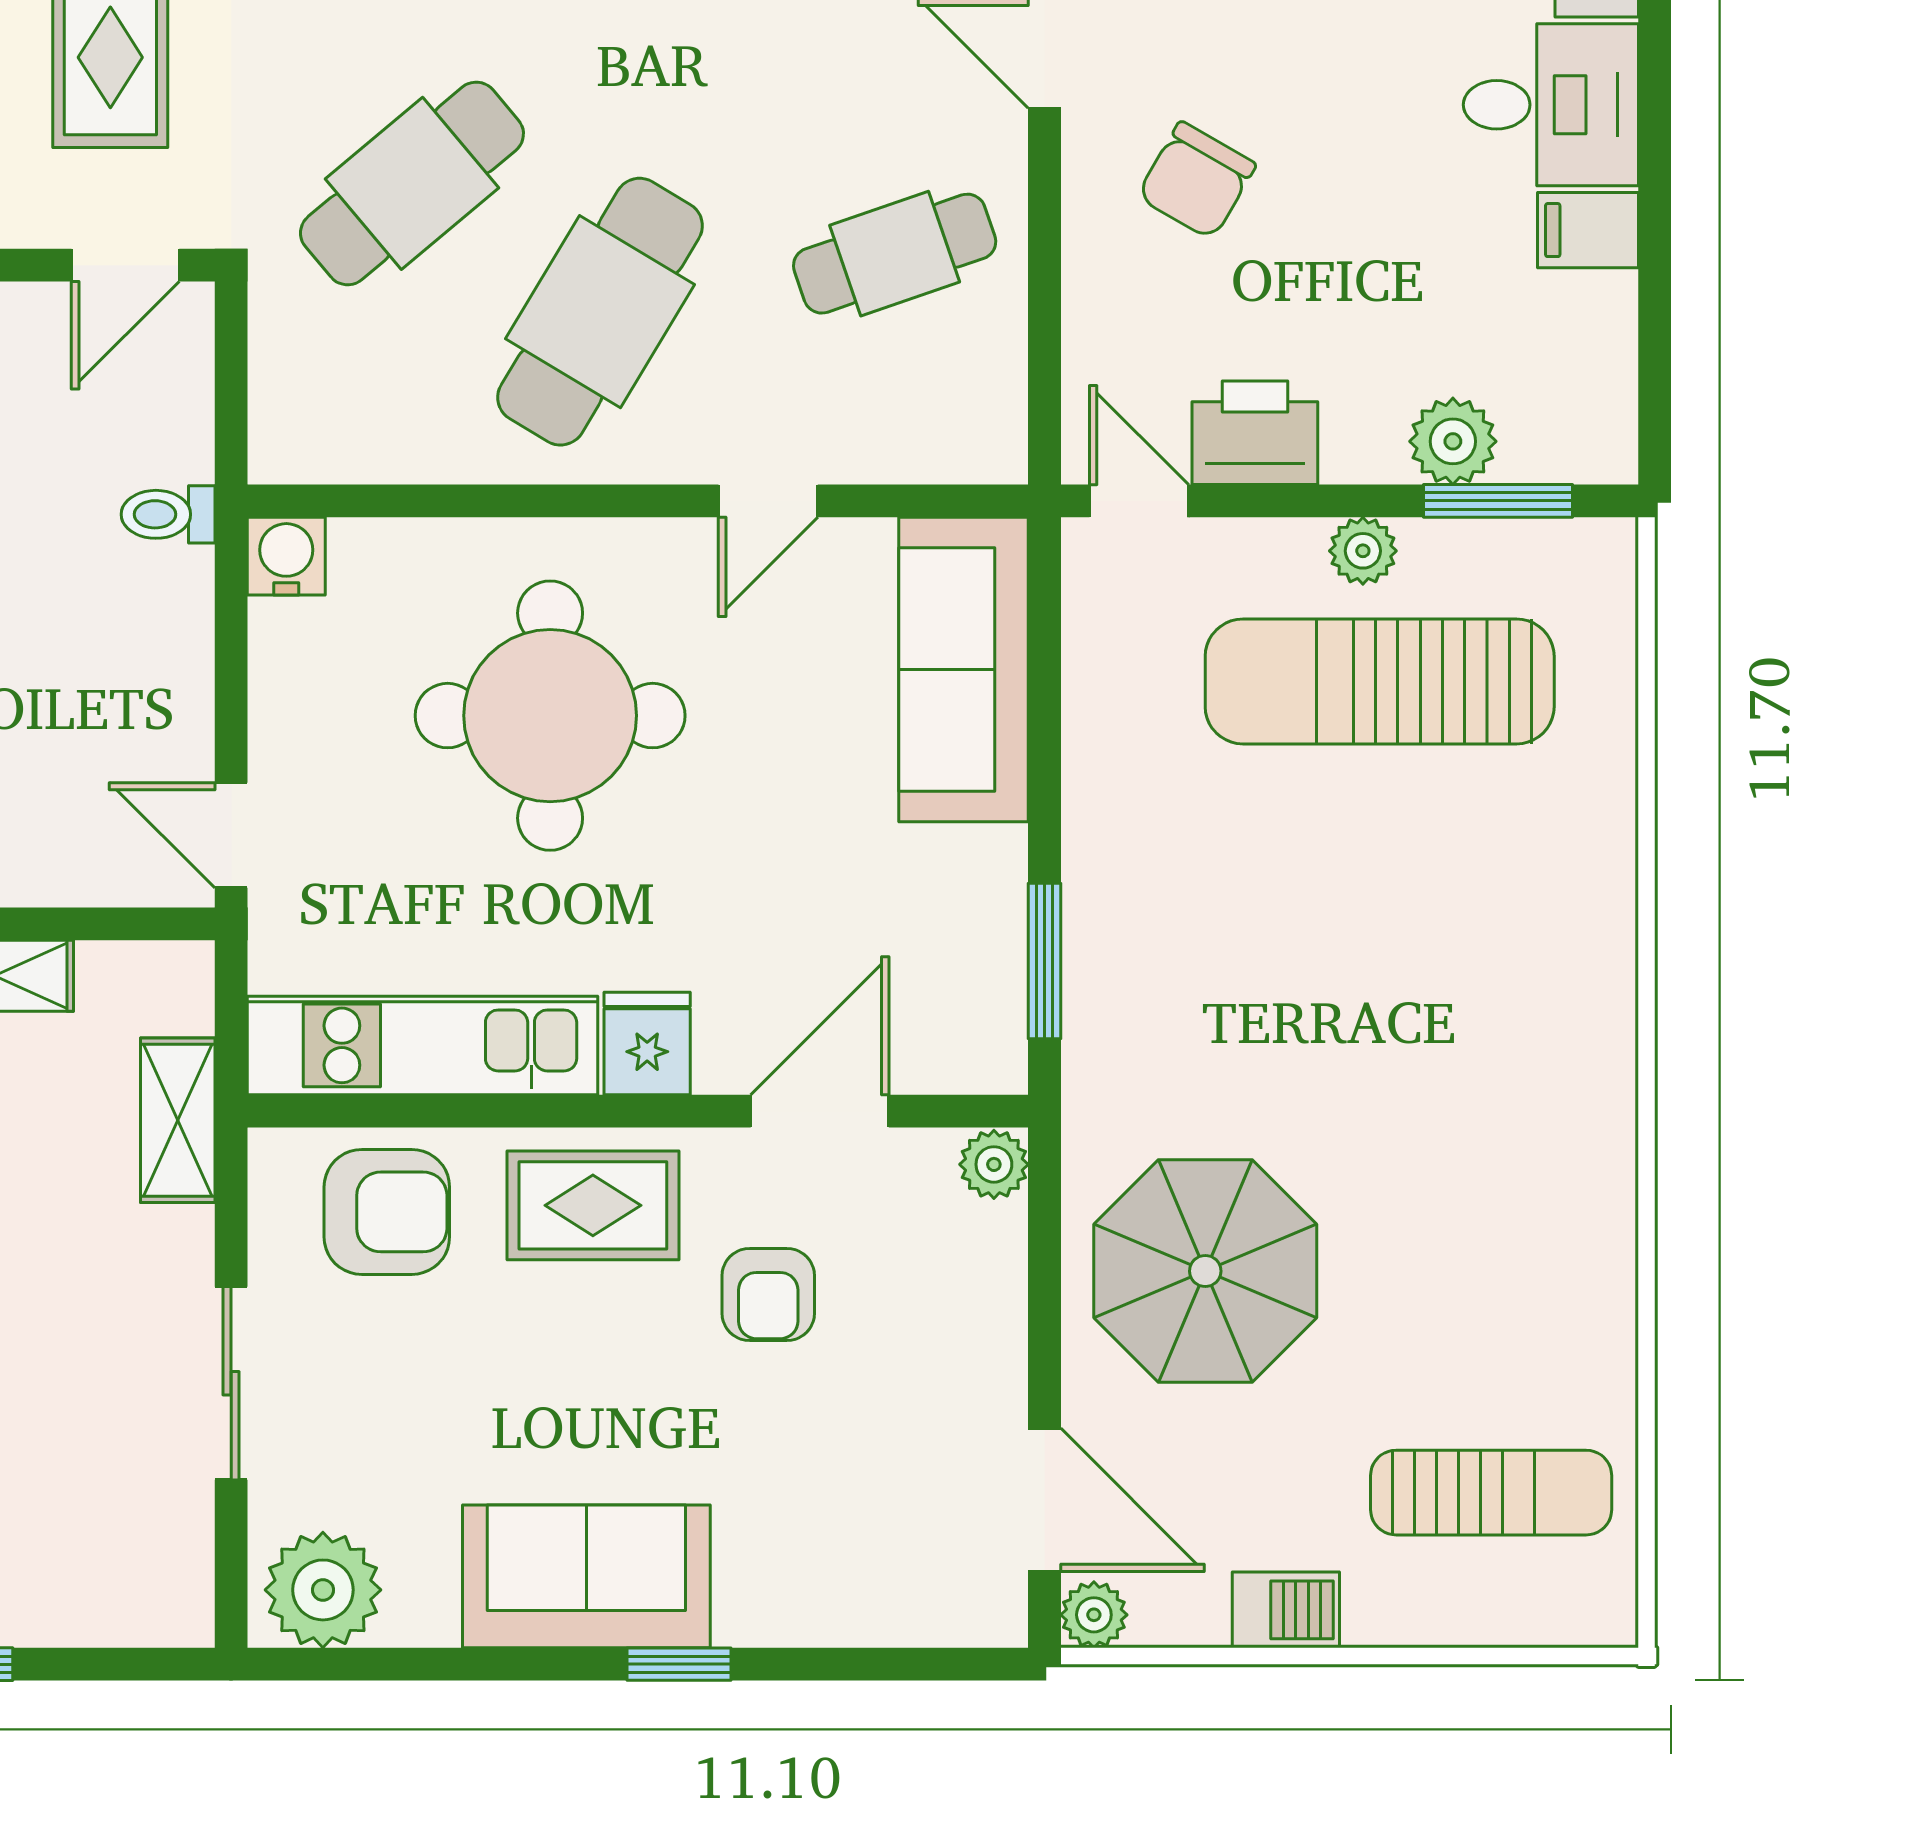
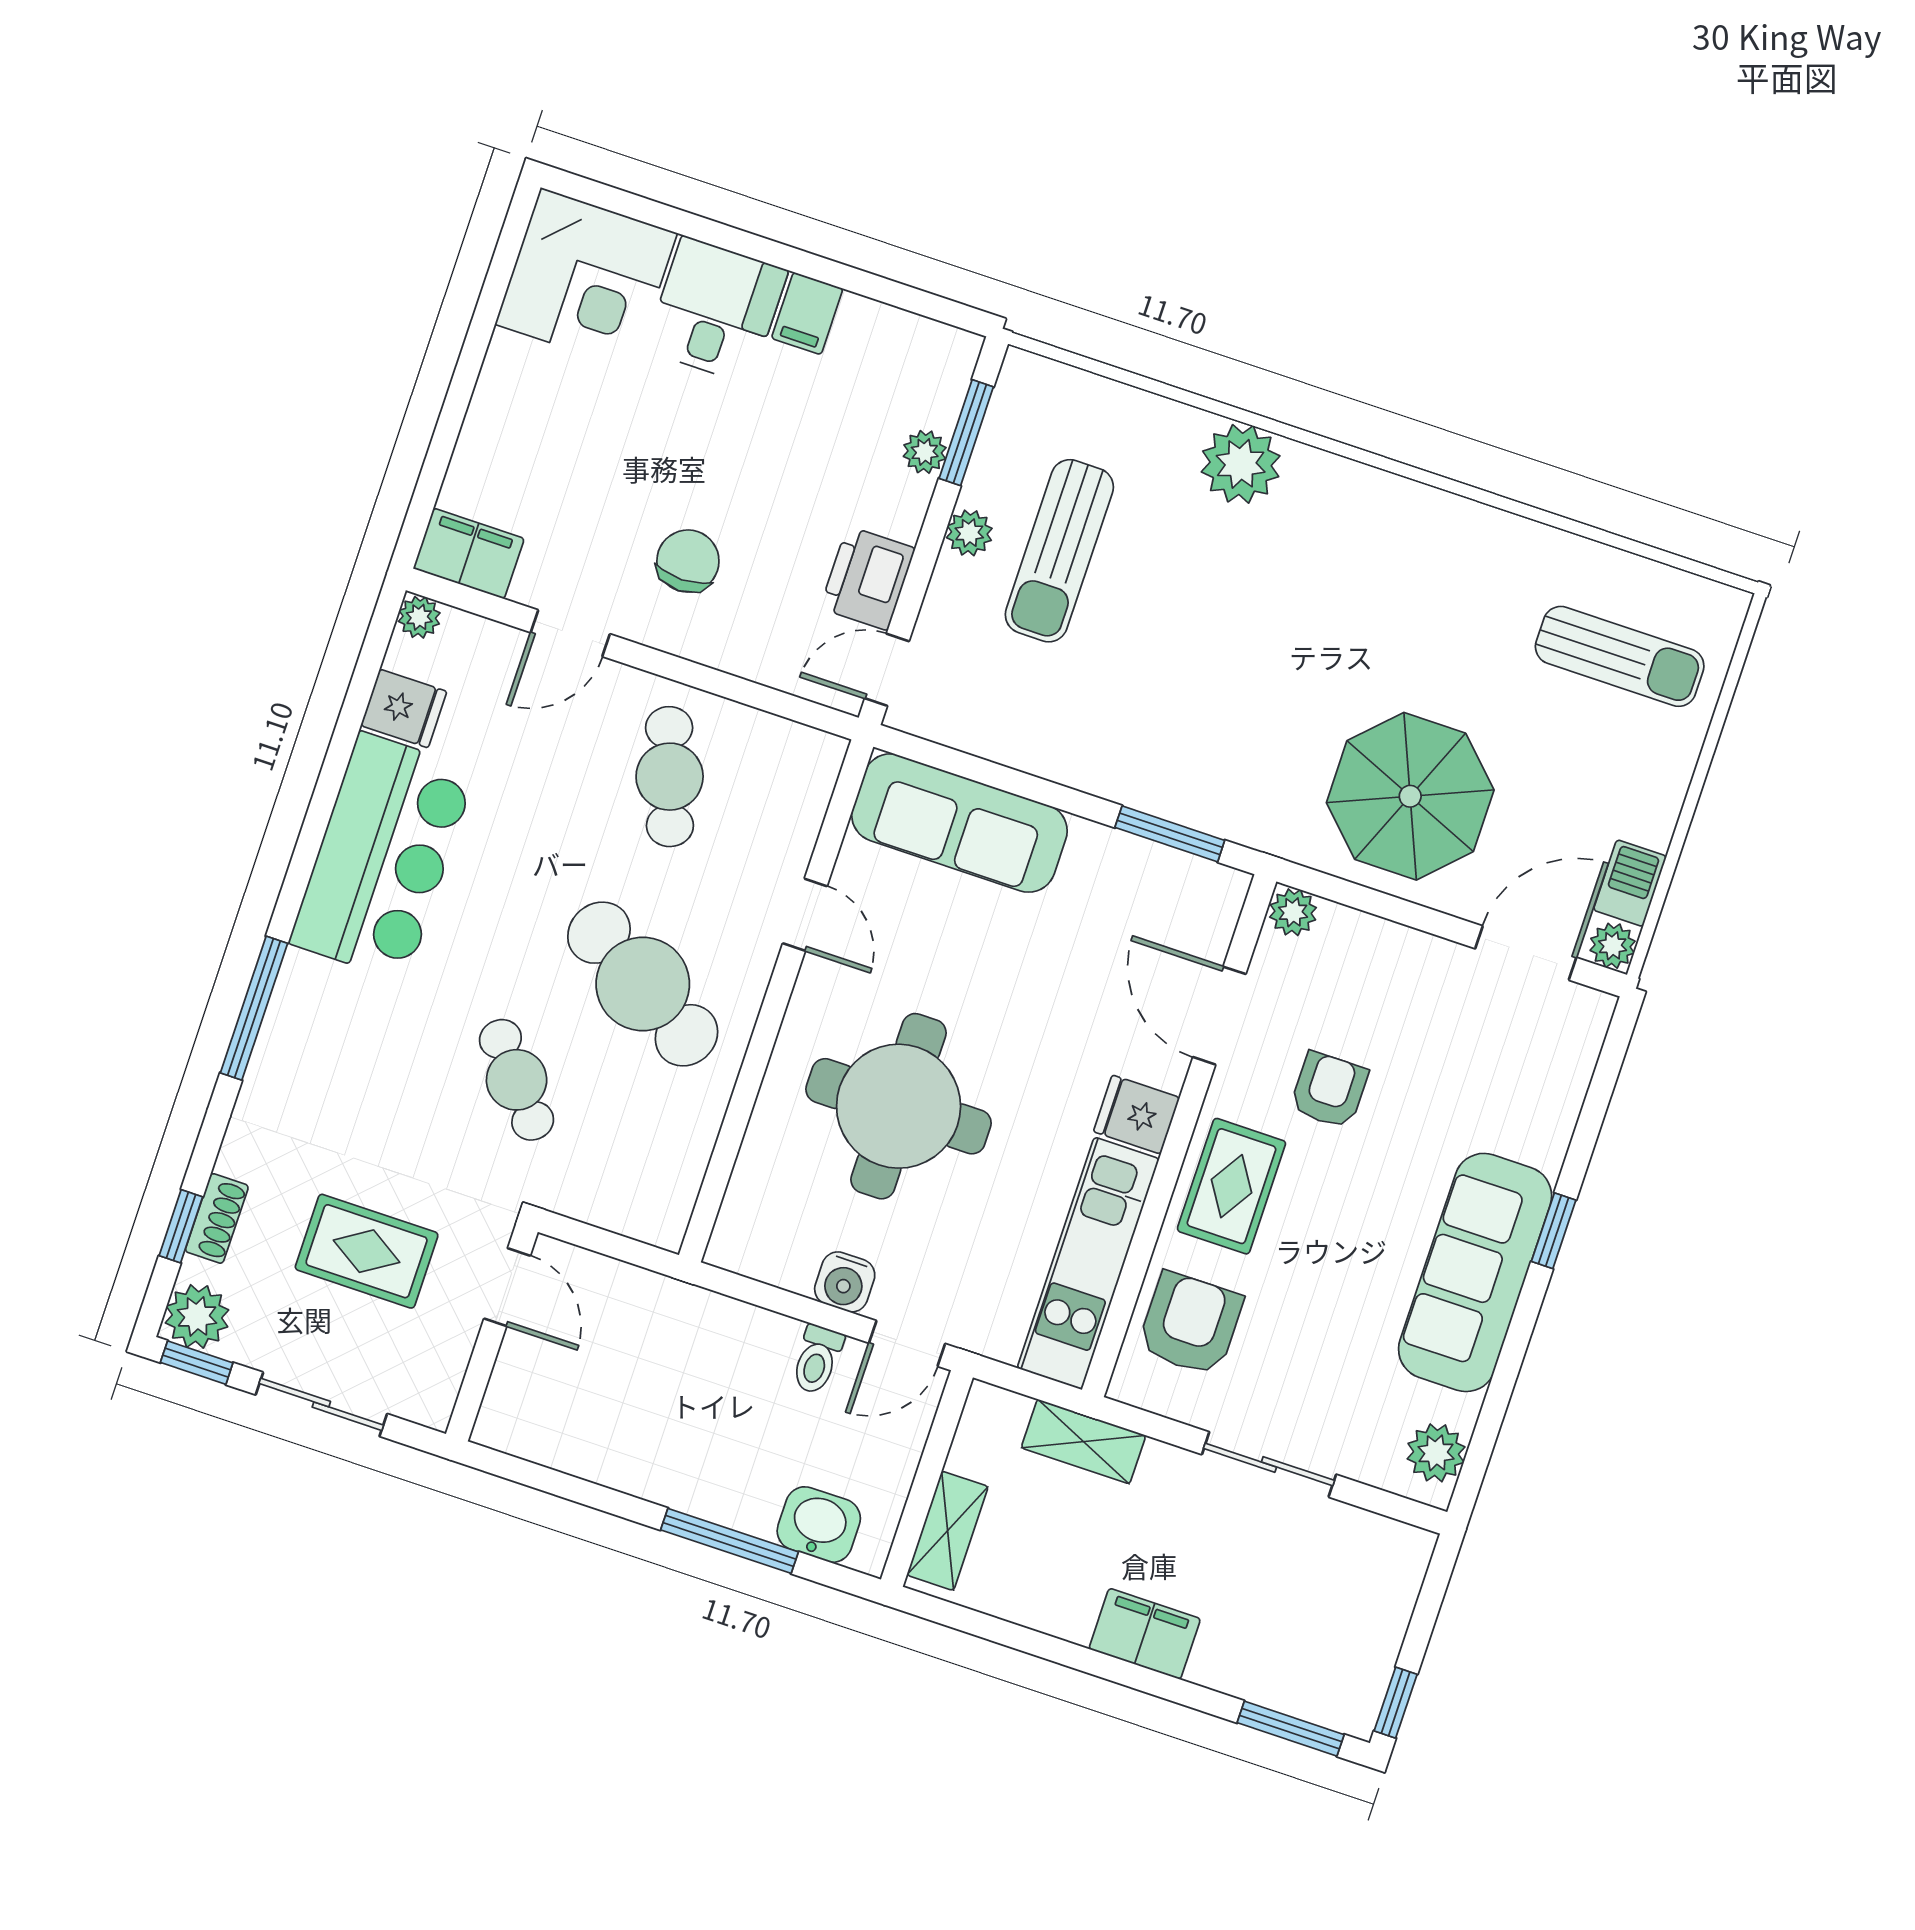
chair: (1196, 180) -> (688, 561), turned -120
cafe table: (412, 183) -> (517, 1080), width x0.73, depth x0.74
plant: (1453, 441) -> (925, 452), width x0.73, depth x0.73
toilet: (168, 514) -> (817, 1360), moved
water cooler: (286, 556) -> (845, 1282), moved, turned -90
sun lounger: (1380, 681) -> (1059, 551), width x0.73, depth x0.75
plant: (1581, 889) -> (1241, 464), added
armchair: (768, 1294) -> (1329, 1090), turned -90
sun lounger: (1491, 1493) -> (1620, 656), turned 90
sofa: (586, 1576) -> (1475, 1272), width x1.36
plant: (323, 1590) -> (1436, 1453), width x0.73, depth x0.73
barbecue: (1286, 1610) -> (1630, 883), moved

